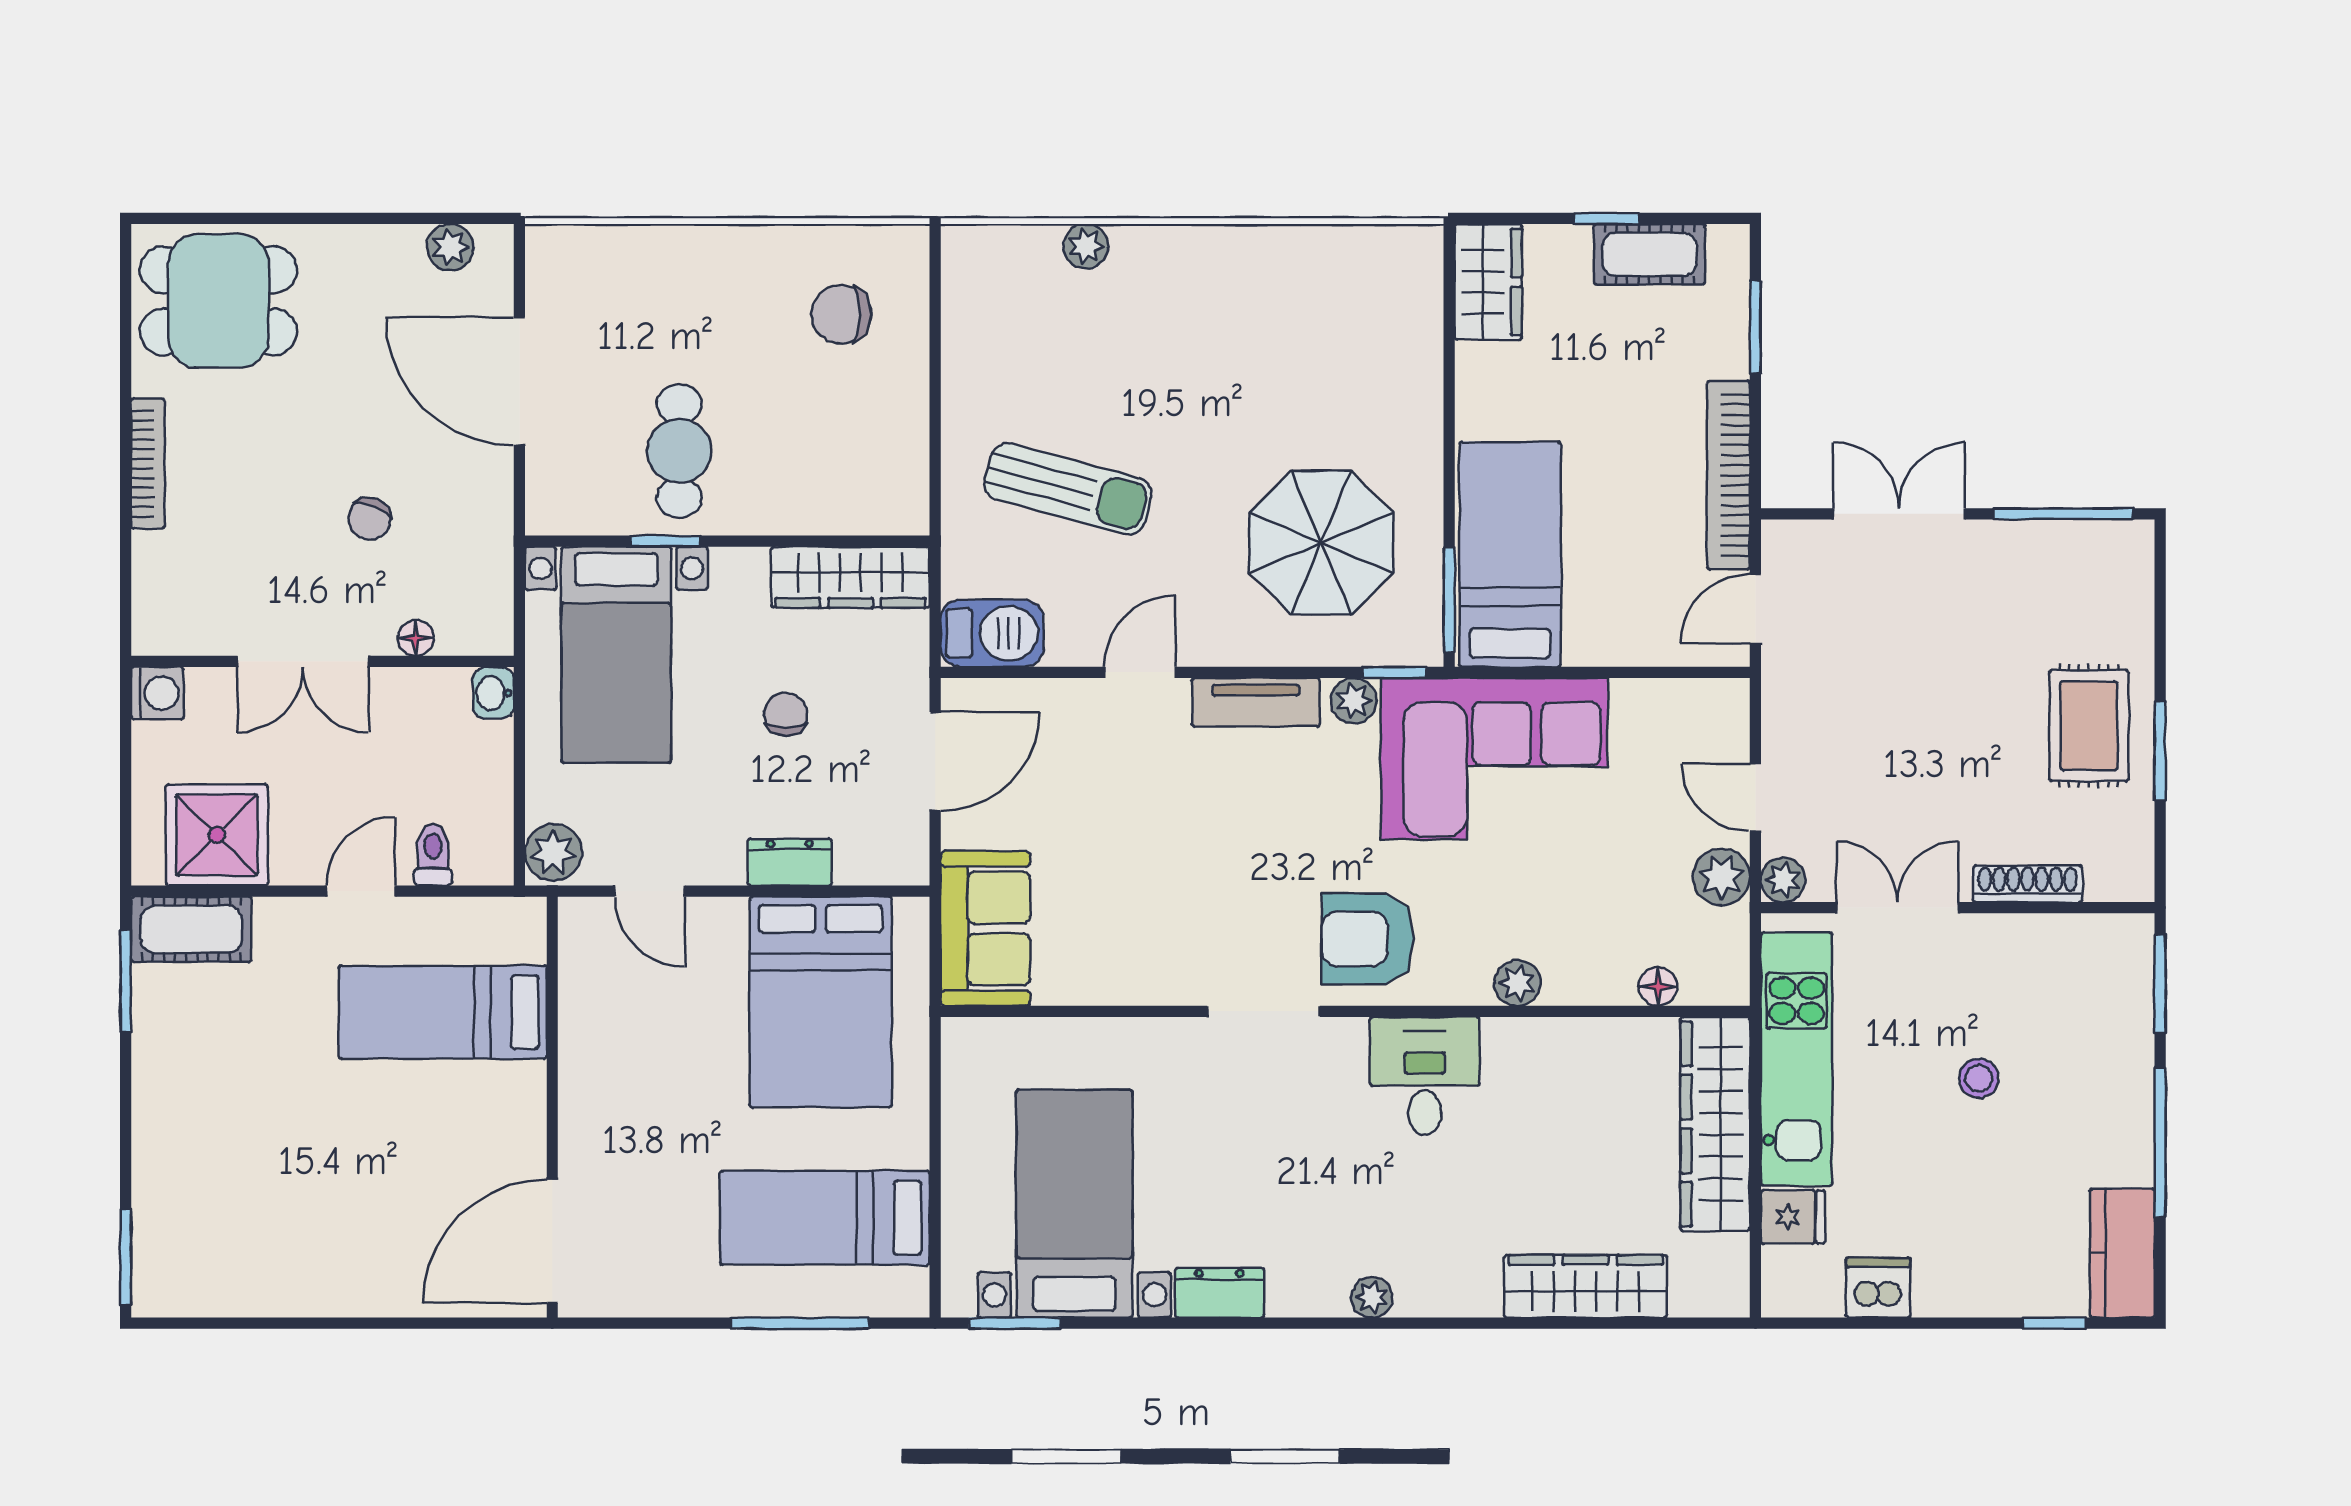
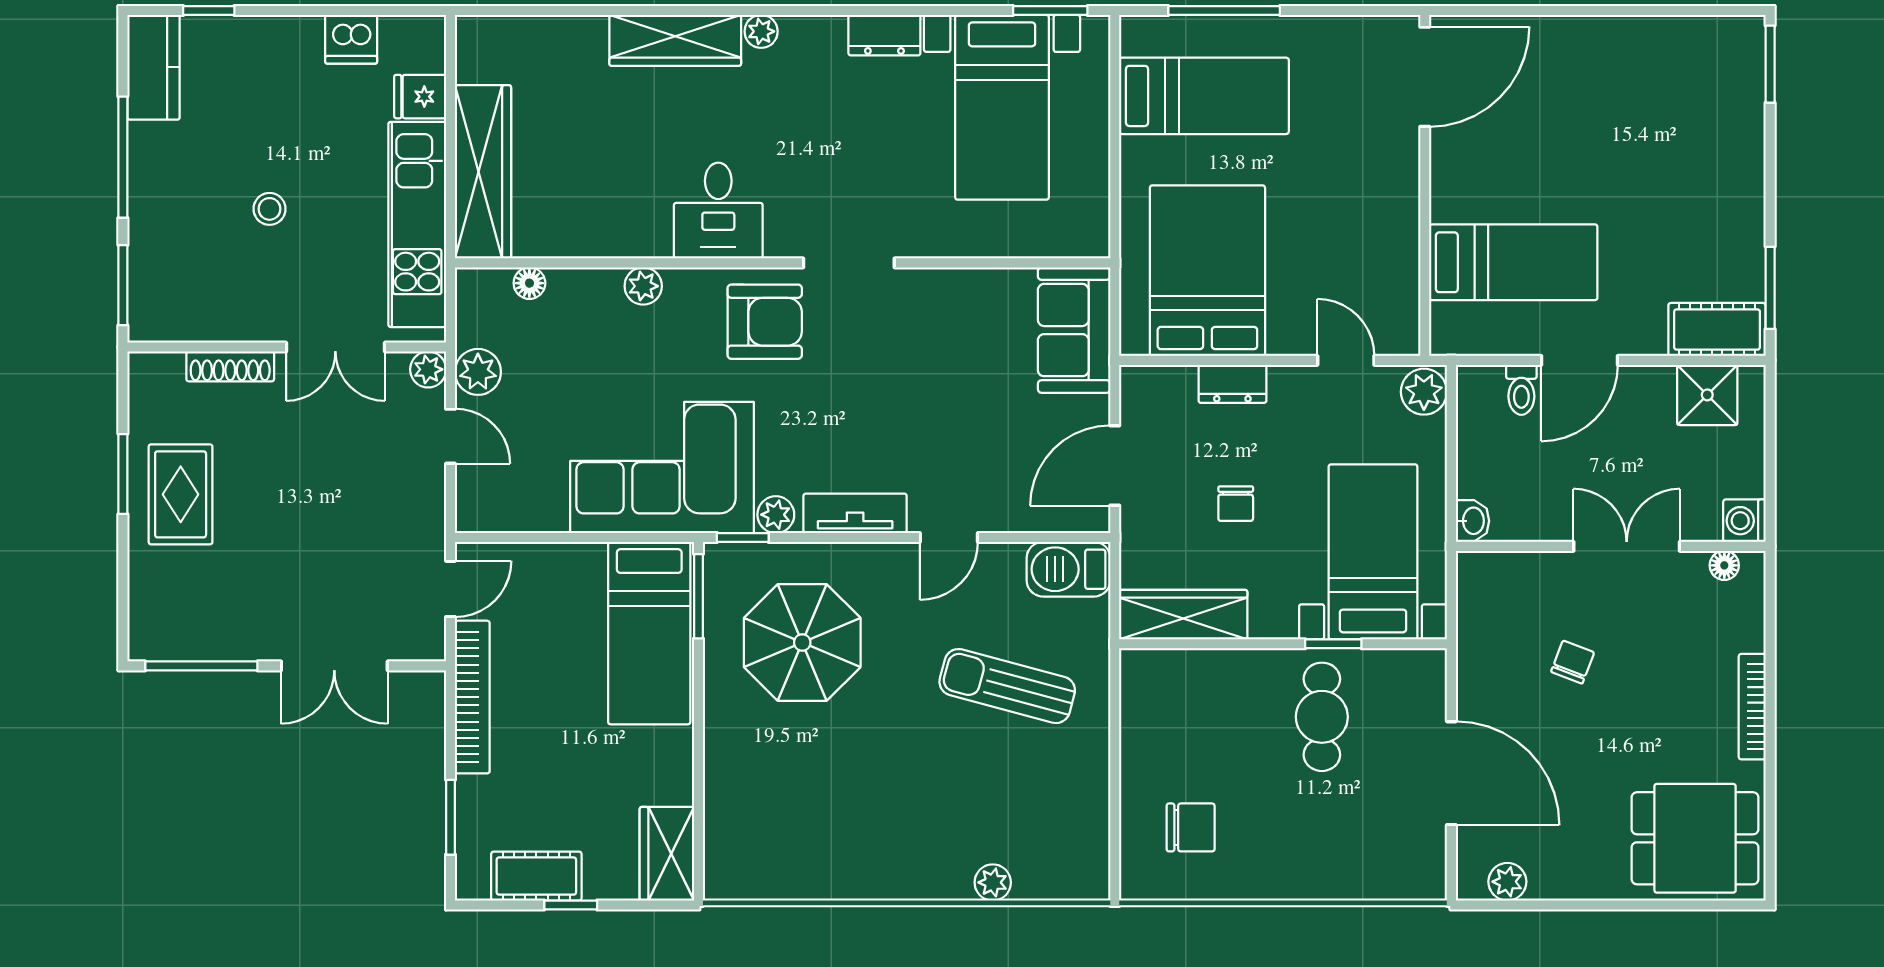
floor lamp: (416, 638) -> (1724, 565), moved
shower: (217, 835) -> (1707, 395), width x0.73, depth x0.73
door: (361, 891) -> (1580, 360), width x1.38
wardrobe: (1586, 1286) -> (675, 40), moved

